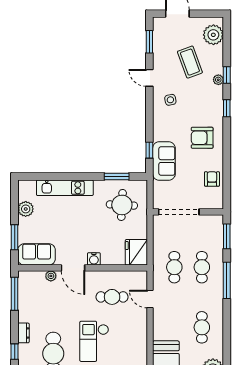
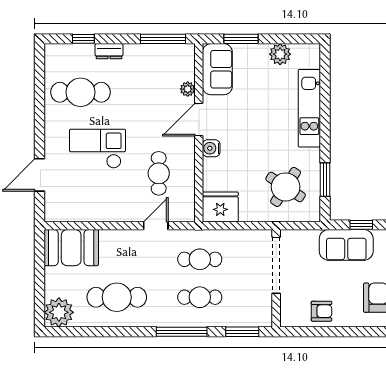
round table: (122, 205) -> (286, 187), turned 30
cafe table: (202, 327) -> (117, 297), width x1.37, depth x1.35

